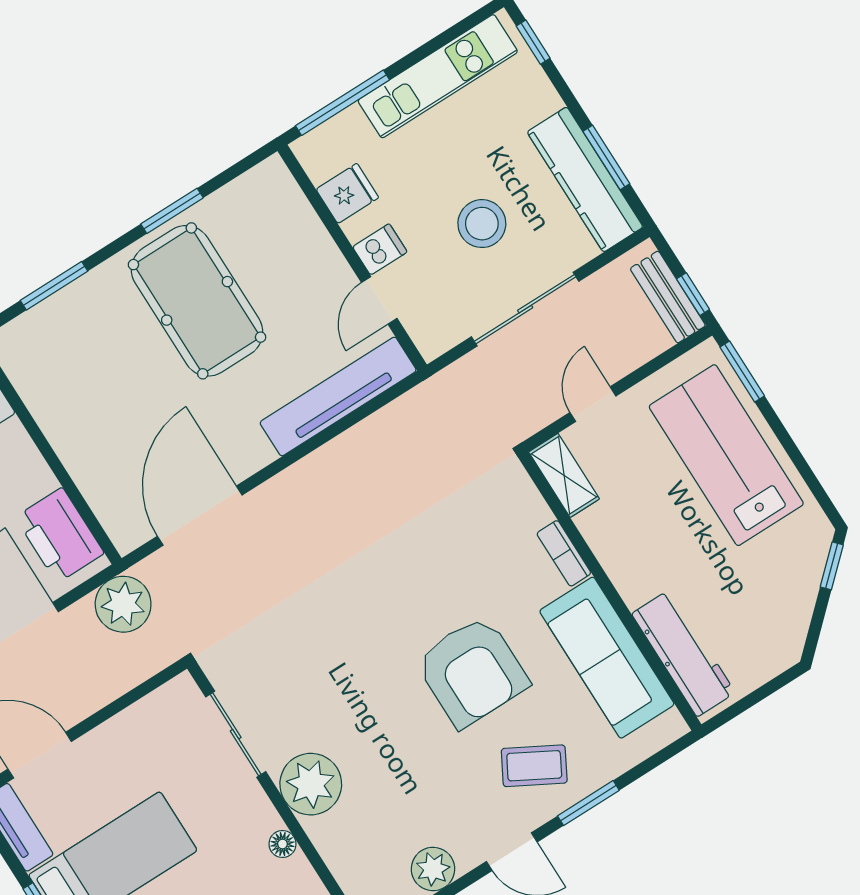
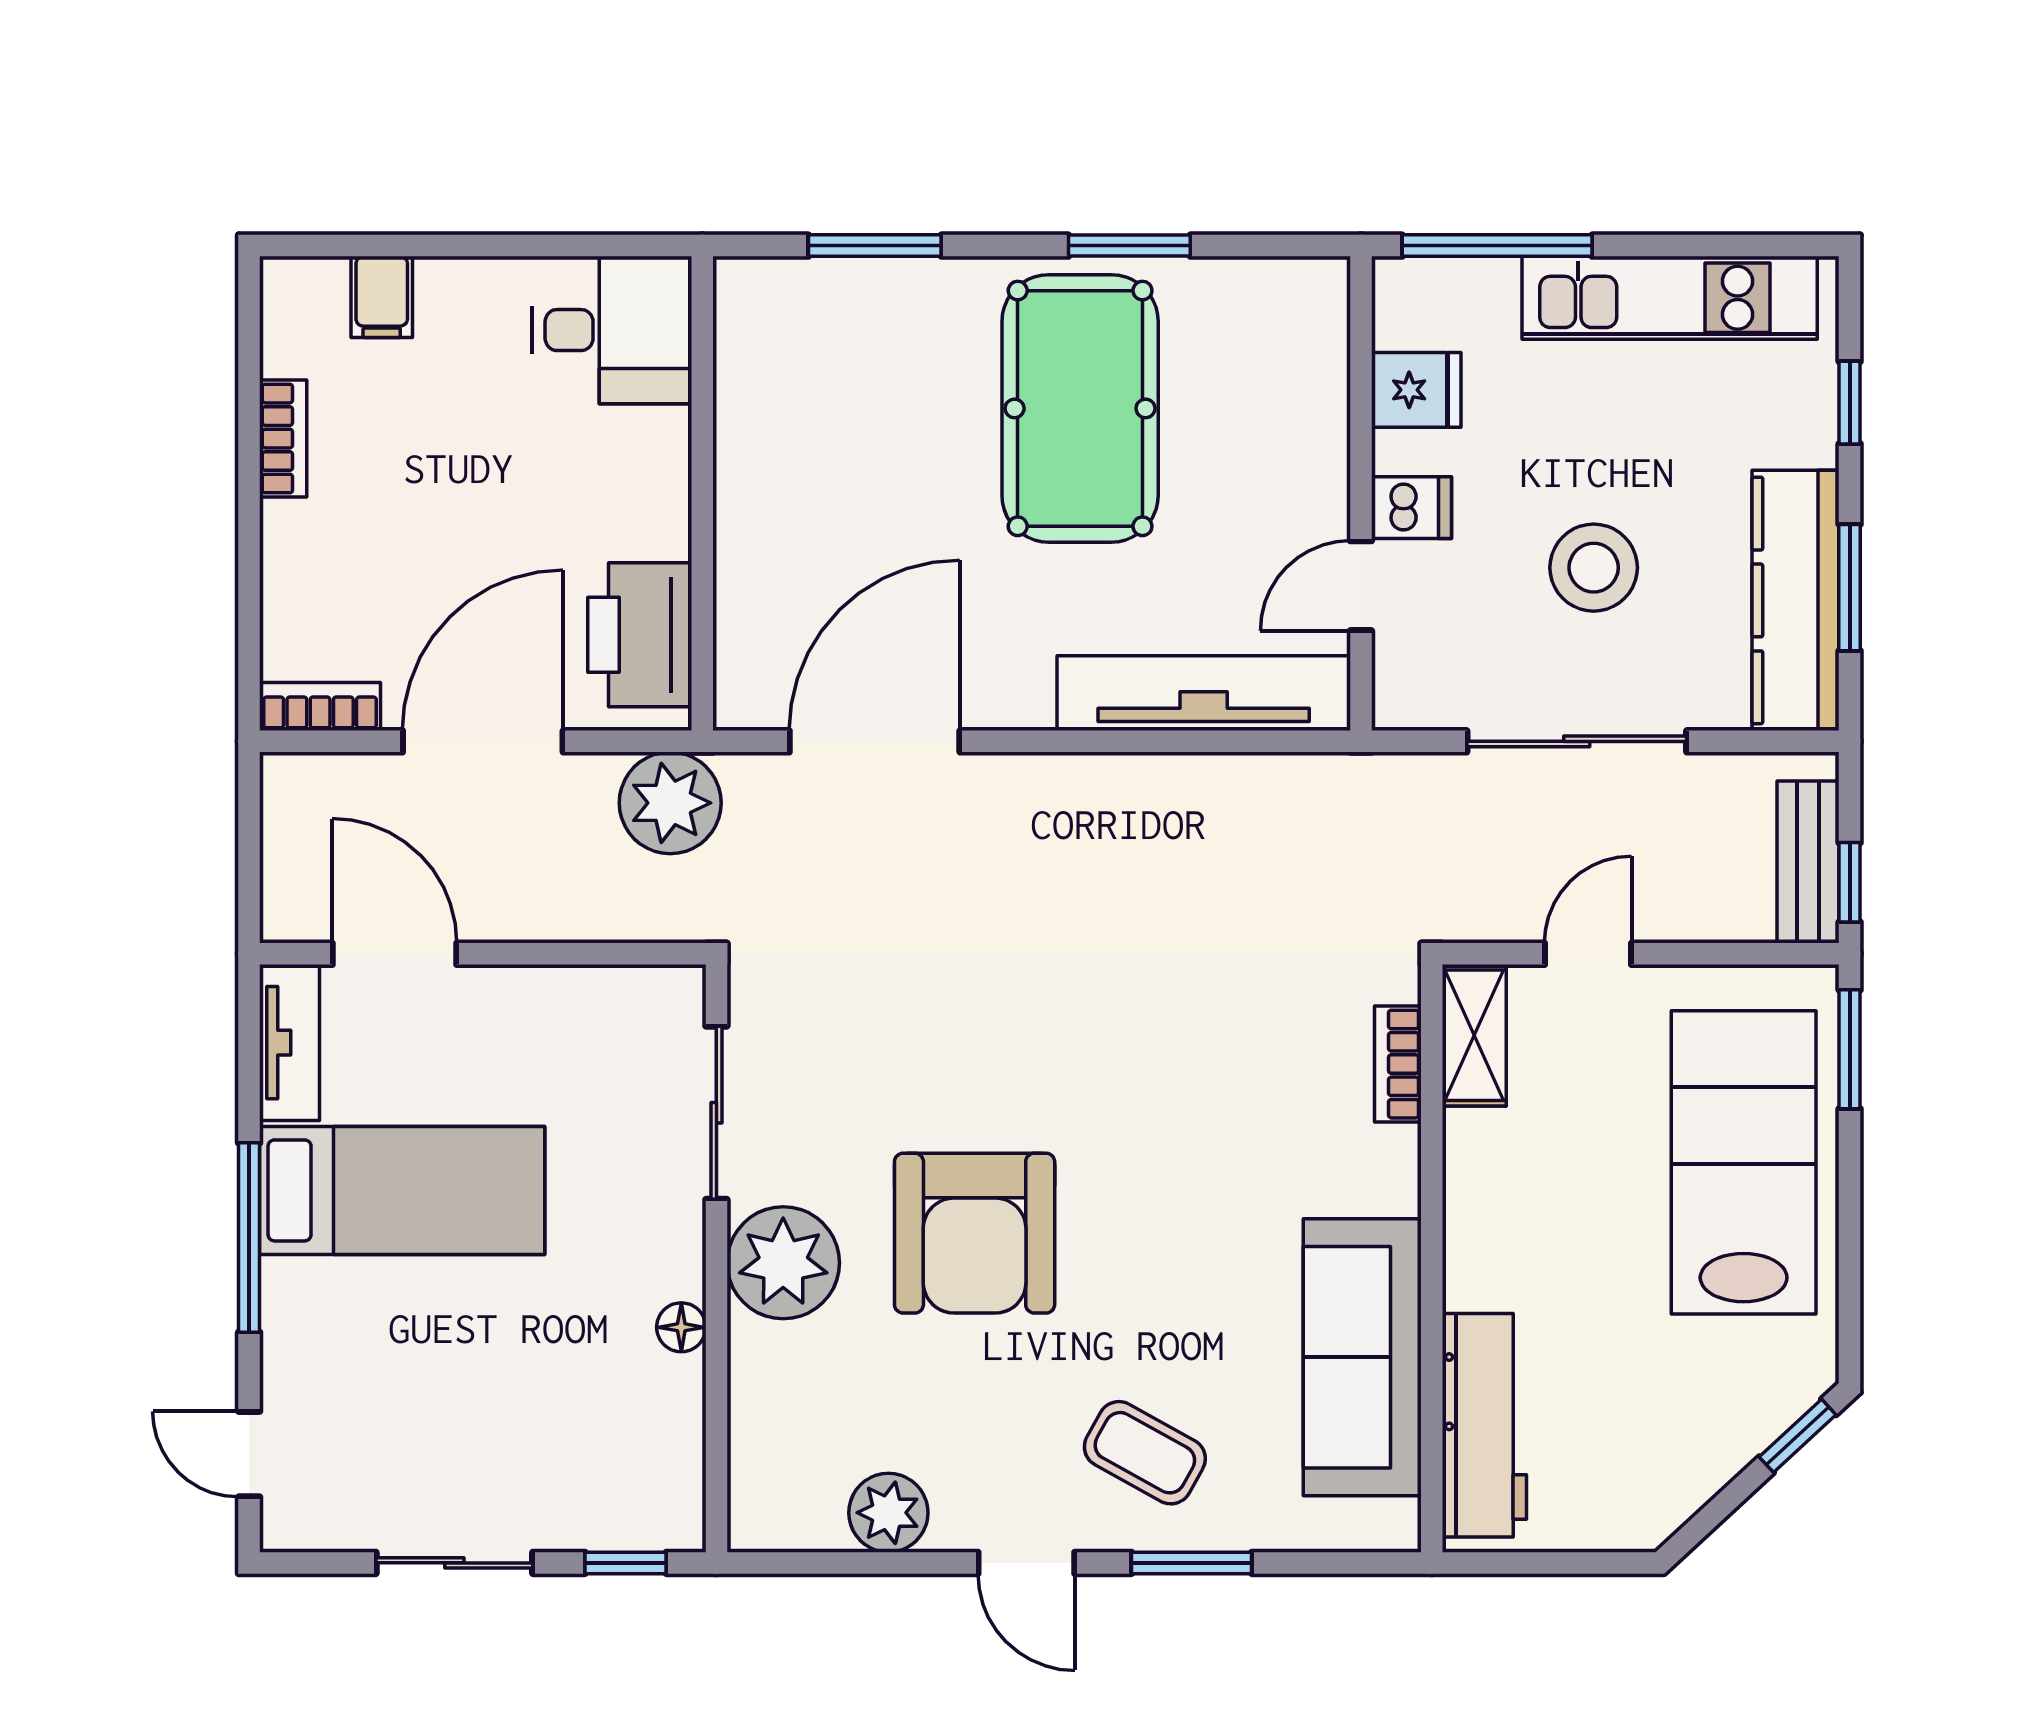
window: (533, 42) -> (1850, 403), moved
bookcase: (564, 553) -> (1398, 1064), moved
armchair: (472, 671) -> (975, 1233), moved

